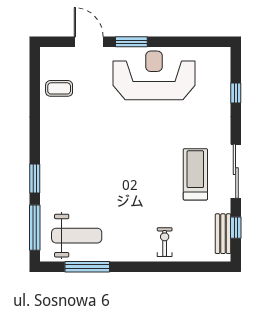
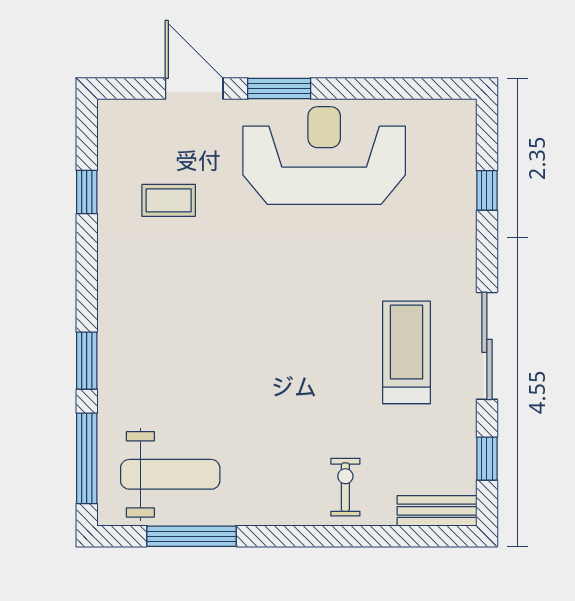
coffee table: (59, 88) -> (169, 200), moved
window: (35, 94) -> (87, 192), added
bench: (223, 234) -> (437, 511), moved, turned 90

